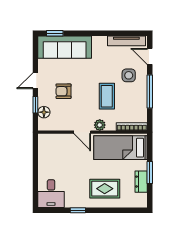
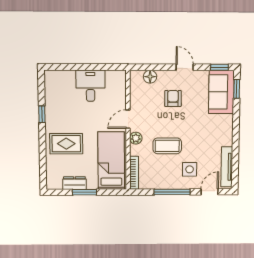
sofa: (65, 47) -> (221, 92), width x0.73
window: (35, 105) -> (219, 67), moved
rug: (105, 189) -> (66, 144), turned 90
desk: (51, 194) -> (90, 86), moved, turned 90

